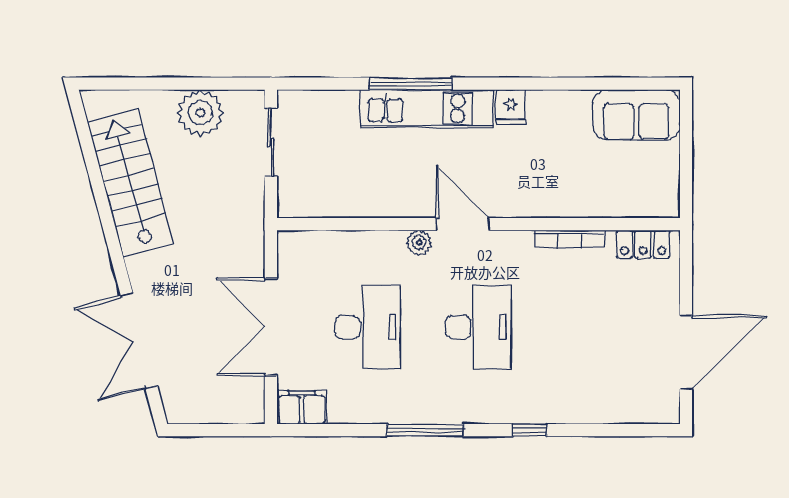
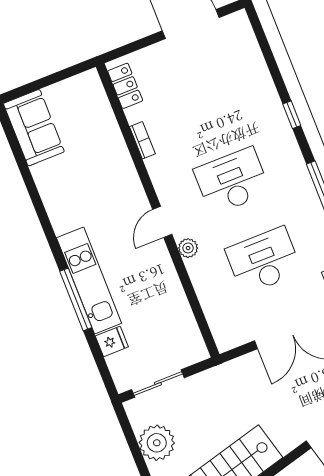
fridge: (511, 107) -> (112, 341), moved
door: (463, 224) -> (162, 222), width x0.73
bookcase: (570, 239) -> (142, 140), width x0.64

